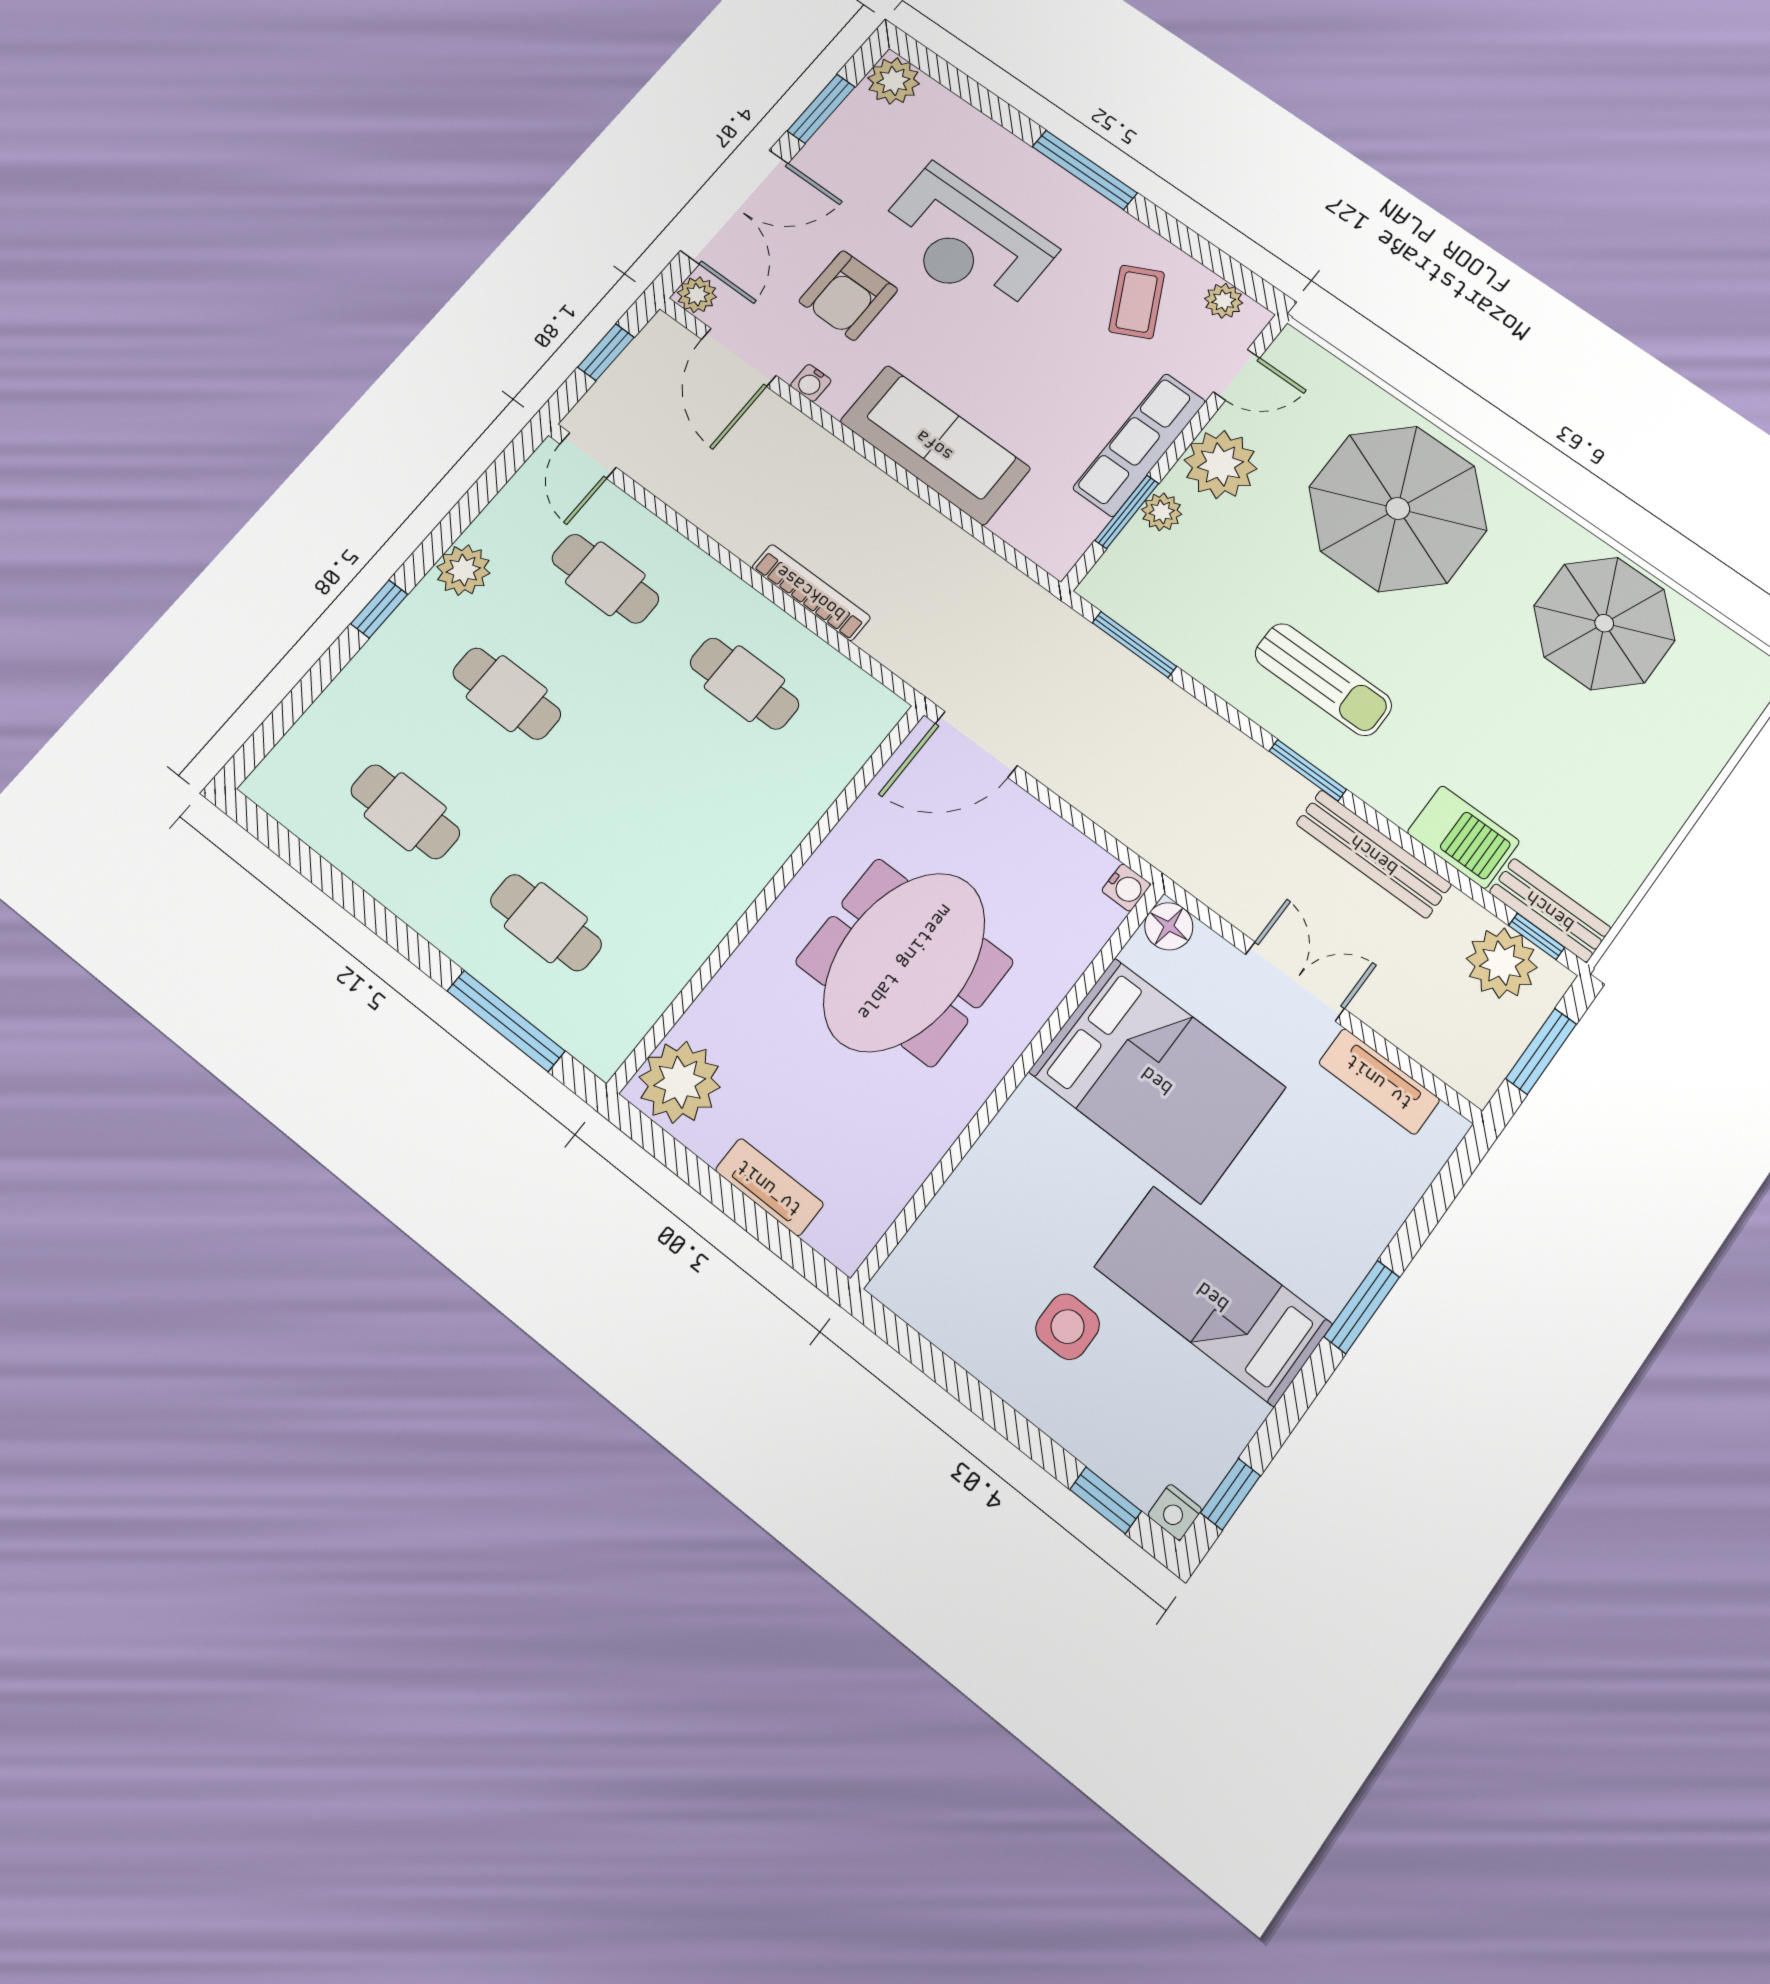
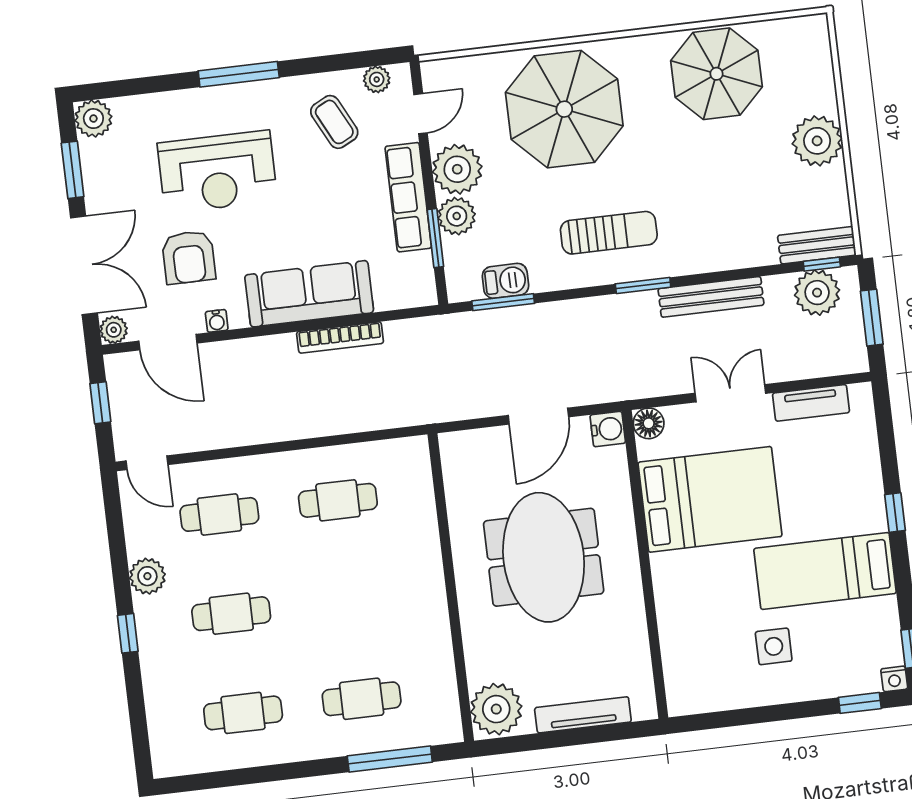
plant: (1162, 512) -> (457, 216), width x1.38, depth x1.38
bookcase: (811, 592) -> (340, 337), moved, turned 180
door: (976, 744) -> (538, 416), moved
plant: (1655, 797) -> (817, 141), added
barbecue: (1463, 837) -> (505, 281), moved, width x0.73, depth x0.79
water cooler: (1126, 888) -> (608, 429), width x1.38, depth x1.38
tv unit: (769, 1187) -> (583, 715), width x1.41
window: (1362, 1307) -> (895, 512), width x0.67

